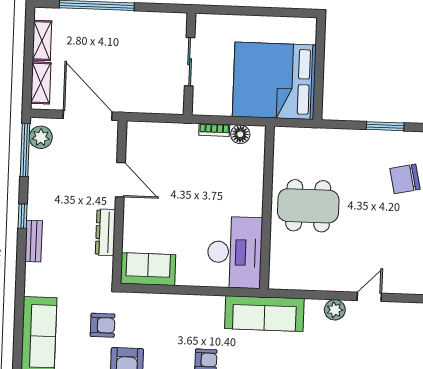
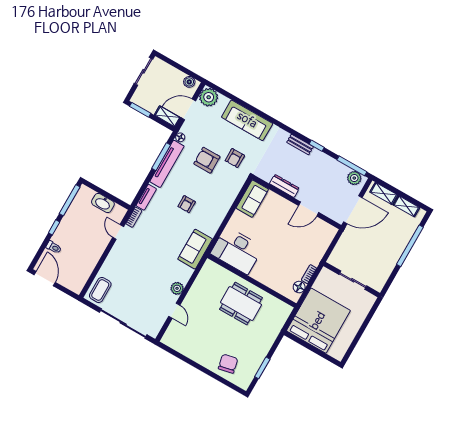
dining table: (308, 206) -> (241, 304), turned 90
sofa: (264, 314) -> (195, 249), width x0.73

